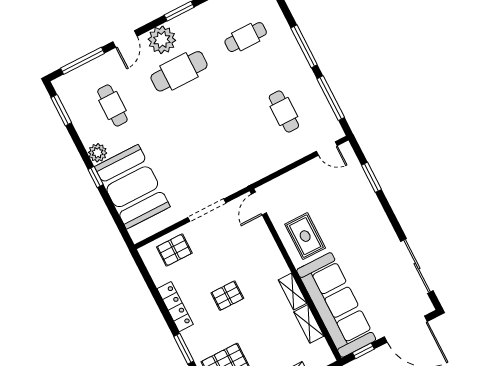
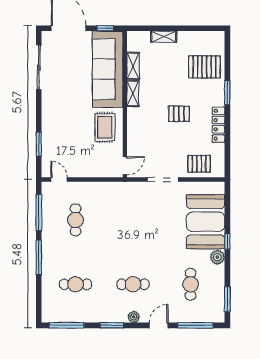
plant: (162, 40) -> (134, 317), width x0.53, depth x0.53
cafe table: (179, 71) -> (133, 284), width x0.73, depth x0.74

